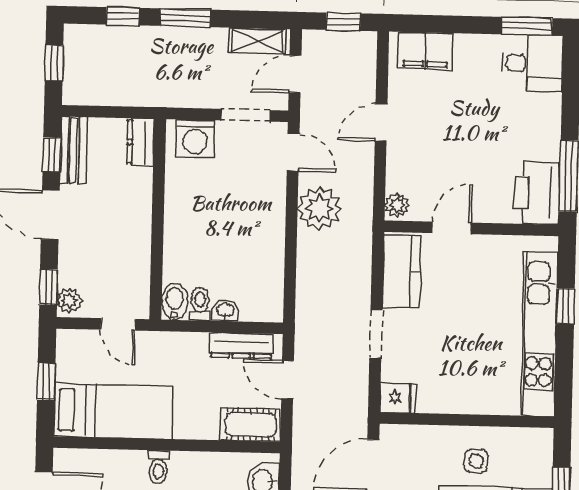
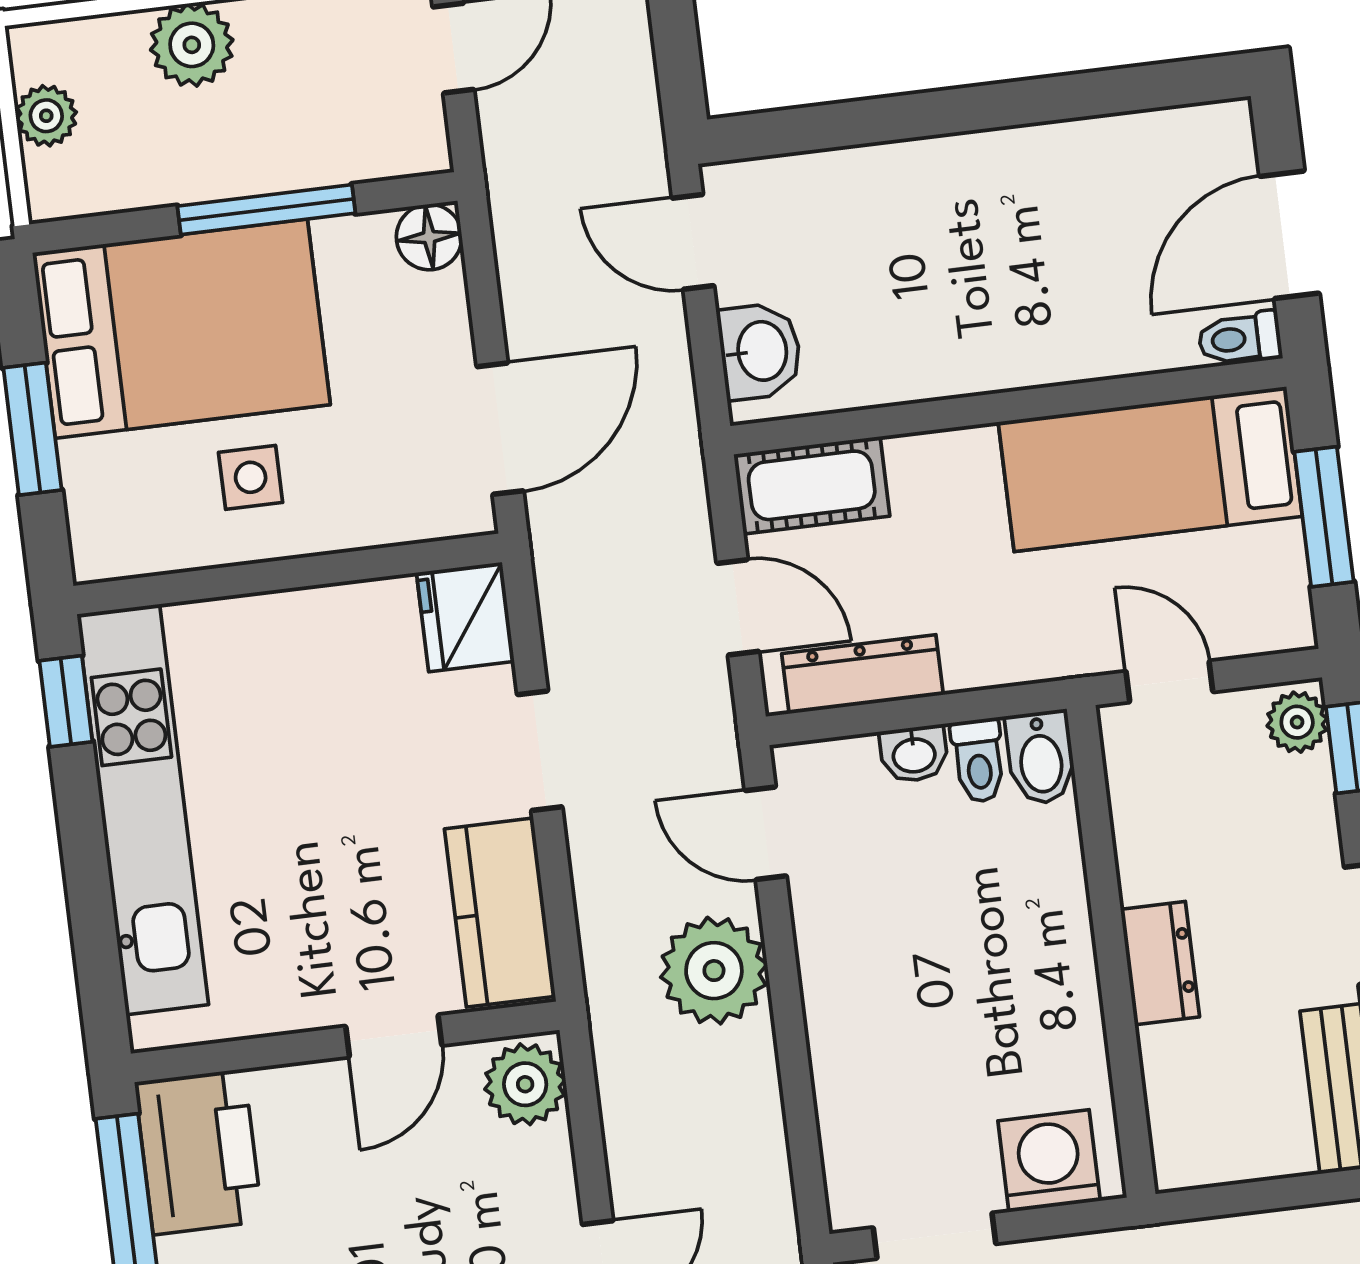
dresser: (140, 142) -> (1160, 963), moved
door: (293, 152) -> (766, 833), moved
plant: (397, 205) -> (525, 1084), width x1.38, depth x1.38
plant: (319, 209) -> (714, 971), moved
window: (566, 306) -> (66, 701), moved
window: (46, 382) -> (1324, 517), width x1.50
fridge: (398, 398) -> (465, 617), width x1.38
toilet: (158, 467) -> (1240, 339), moved, turned -90

